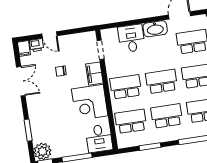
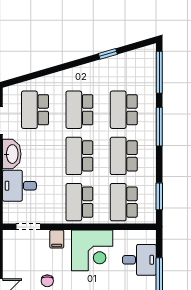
filing cabinet: (94, 74) -> (57, 239), width x0.50
desk: (99, 138) -> (139, 260), moved
window: (150, 147) -> (159, 196), moved

